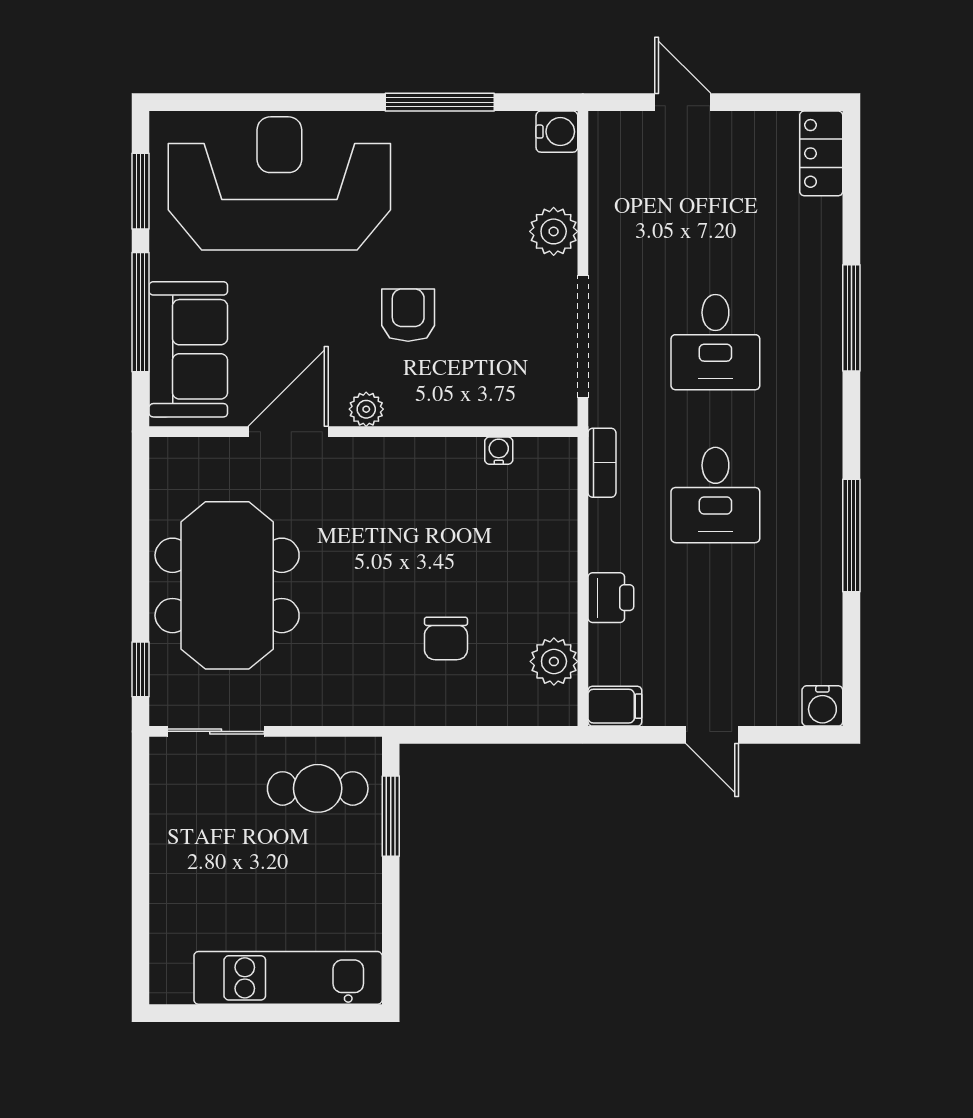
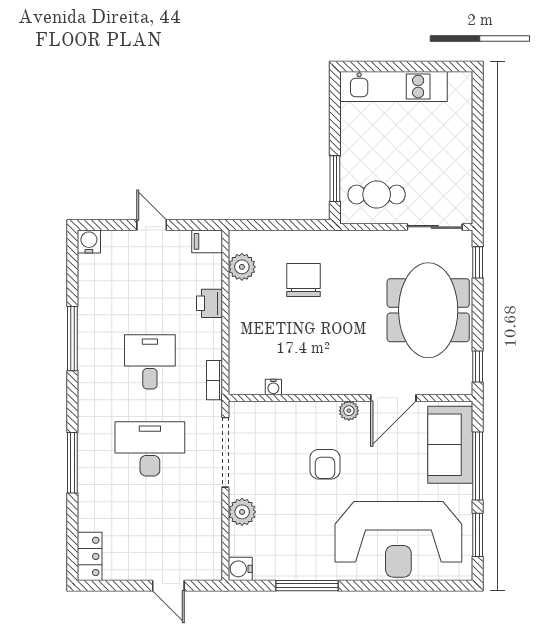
desk: (715, 342) -> (150, 449), width x1.37
window: (140, 487) -> (478, 366), added
chair: (446, 638) -> (303, 280), width x1.37, depth x1.37

